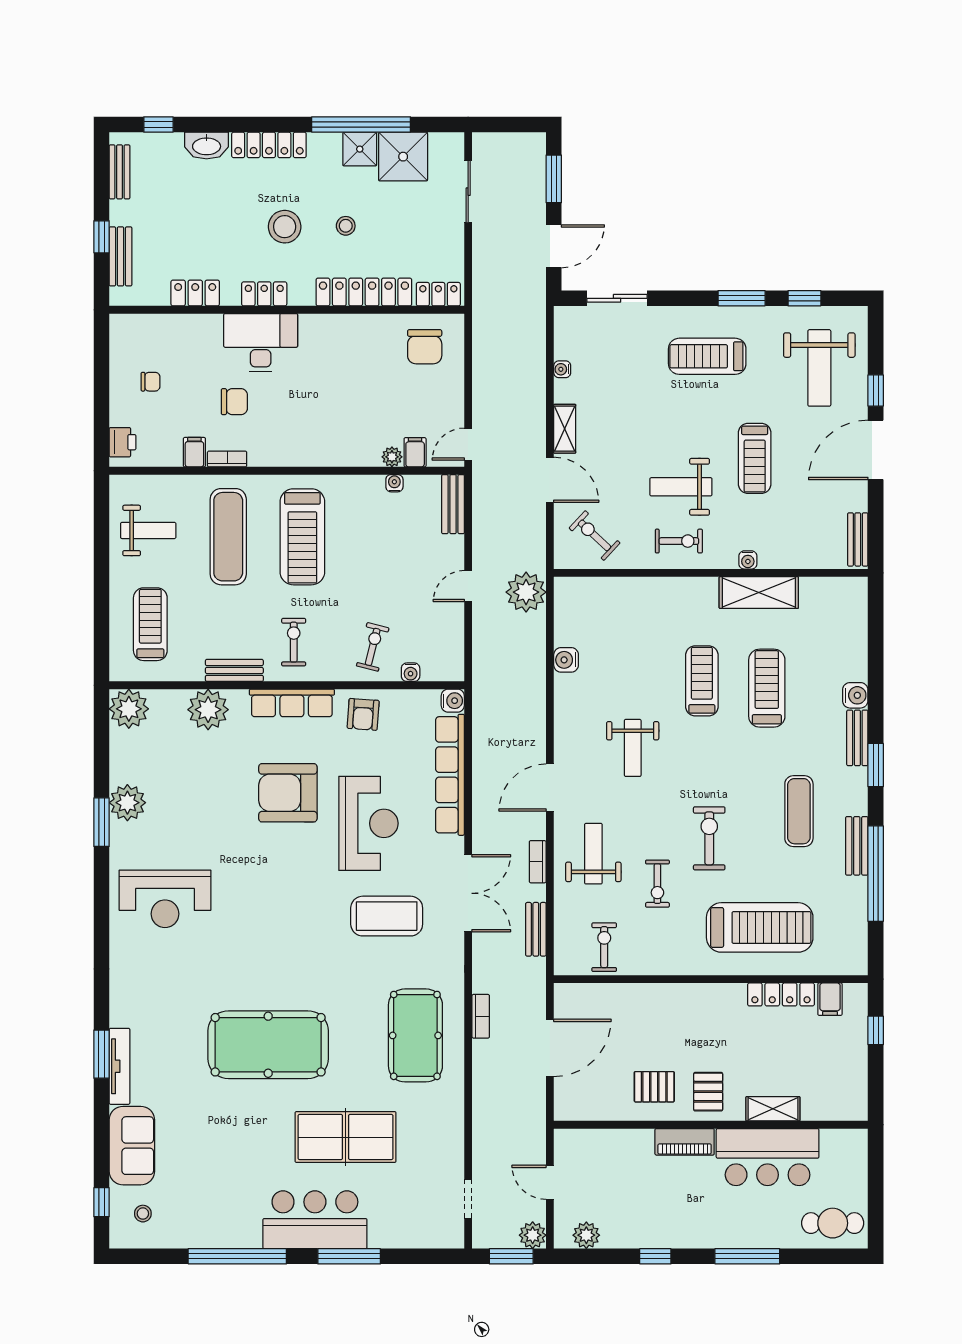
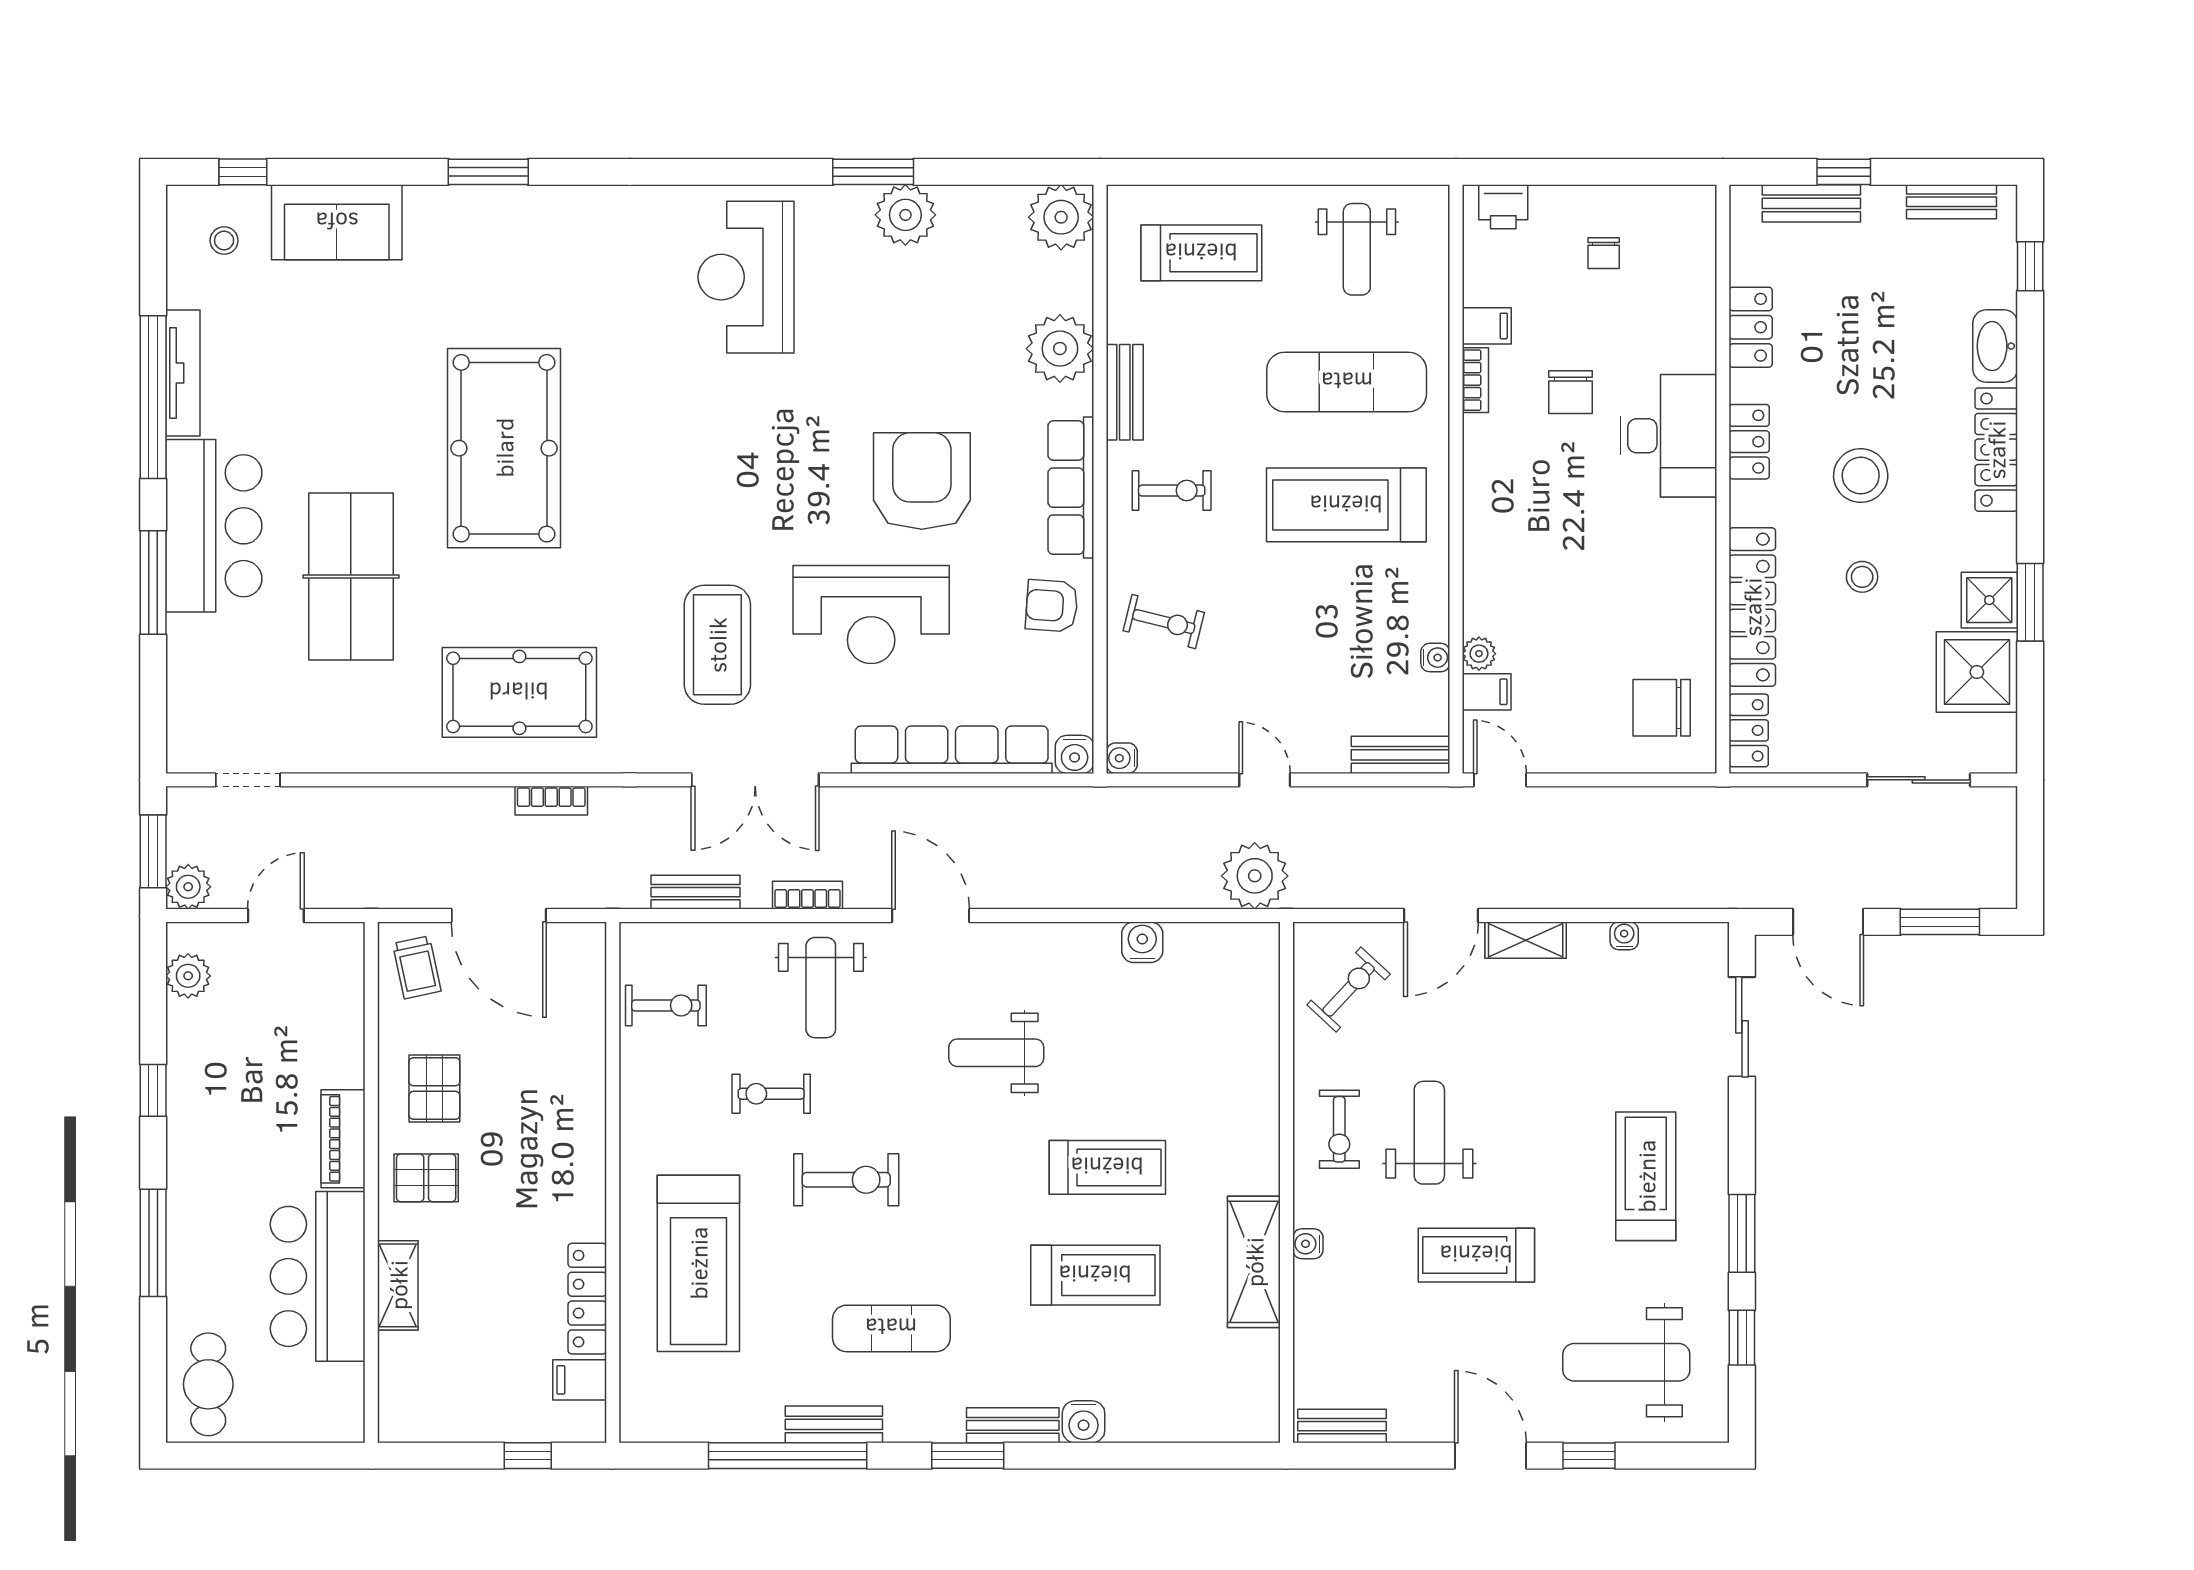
window: (361, 125) -> (2030, 602), width x0.47
door: (876, 450) -> (1490, 1456), width x0.73
water cooler: (411, 672) -> (1122, 758), moved
weight bench: (593, 854) -> (821, 988), turned 90
tv unit: (120, 1066) -> (183, 373), moved, turned -90
trolley: (581, 1097) -> (417, 967), added

